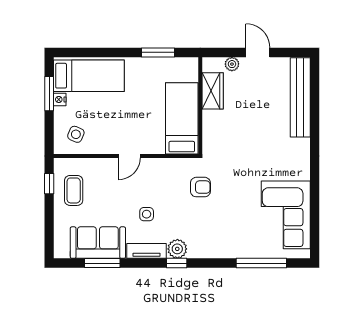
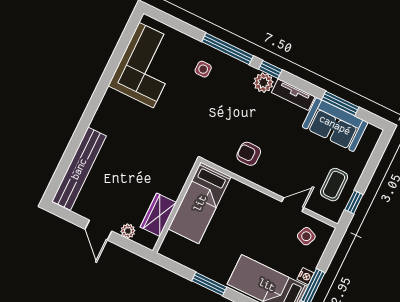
window: (158, 52) -> (209, 284), moved
door: (129, 156) -> (293, 205), moved
armchair: (200, 187) -> (249, 154), moved
side table: (147, 214) -> (203, 69), moved
window: (261, 263) -> (228, 49), moved

